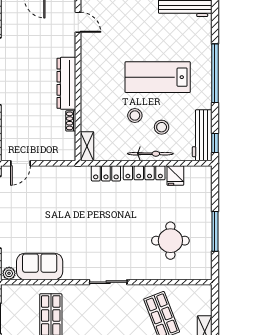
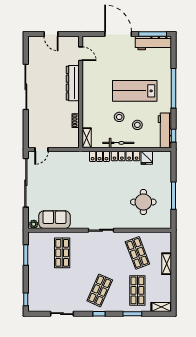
dresser: (66, 83) -> (73, 83), moved
bicycle: (150, 154) -> (118, 143), moved

